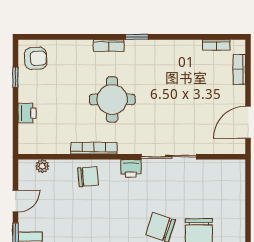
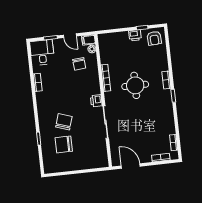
printer: (27, 113) -> (135, 35), moved
filing cabinet: (26, 170) -> (88, 40), added
chair: (88, 177) -> (79, 64), moved

